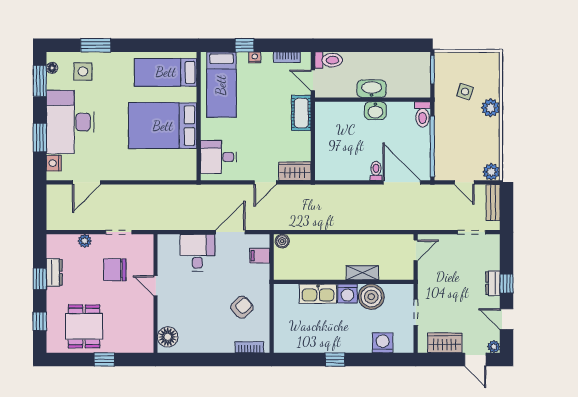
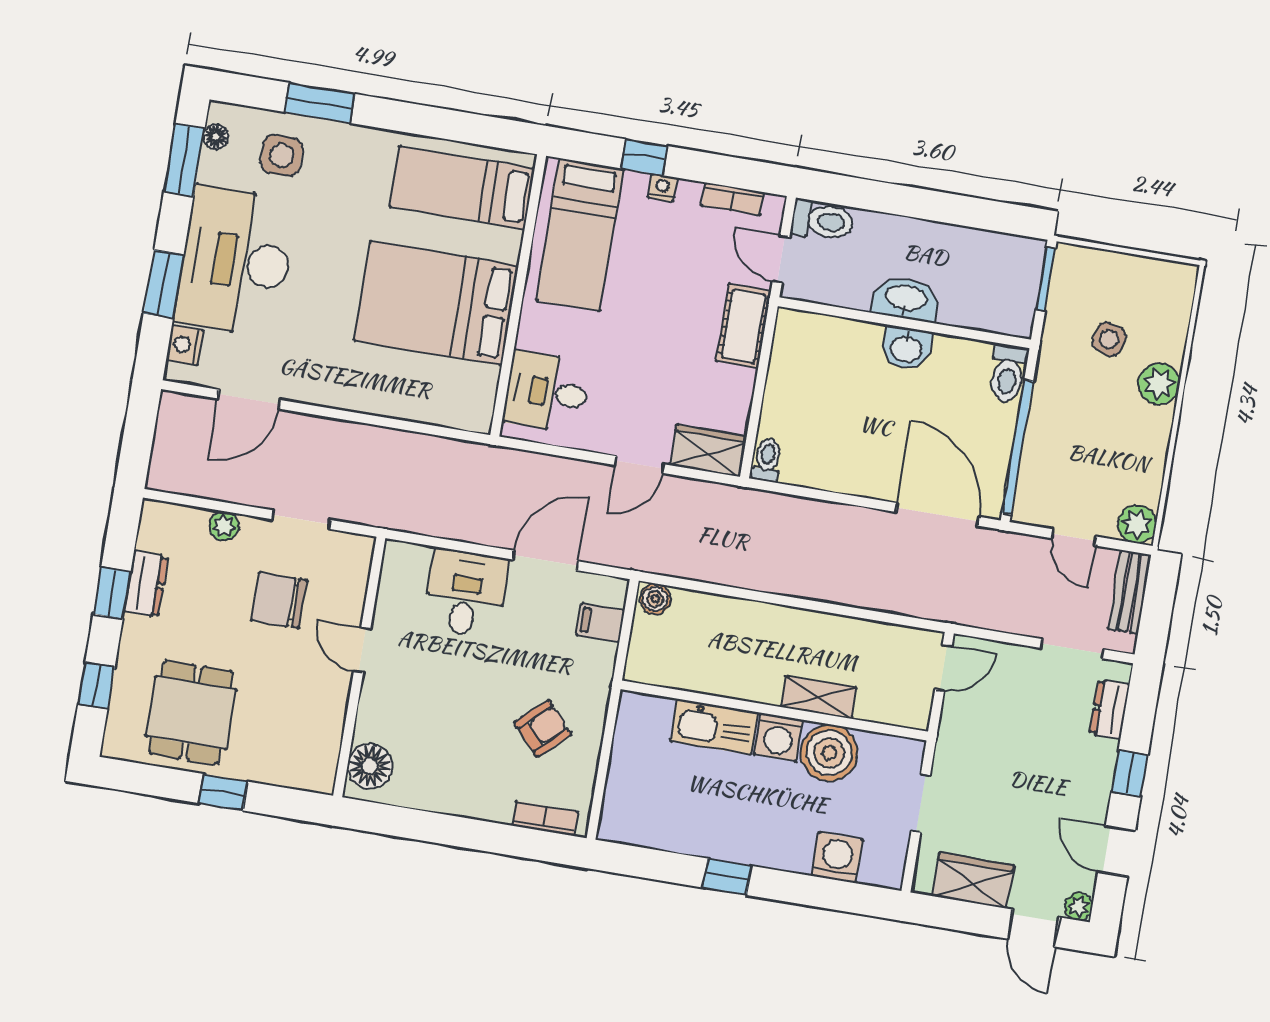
toilet: (376, 171) -> (767, 460), moved
dresser: (493, 283) -> (1110, 709), moved

